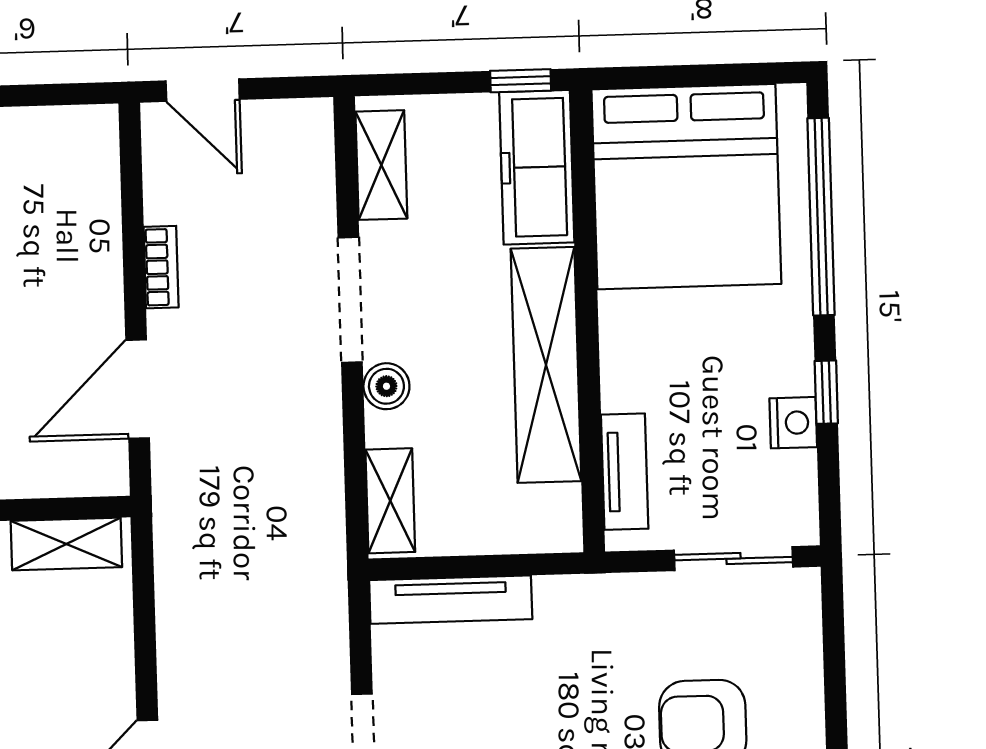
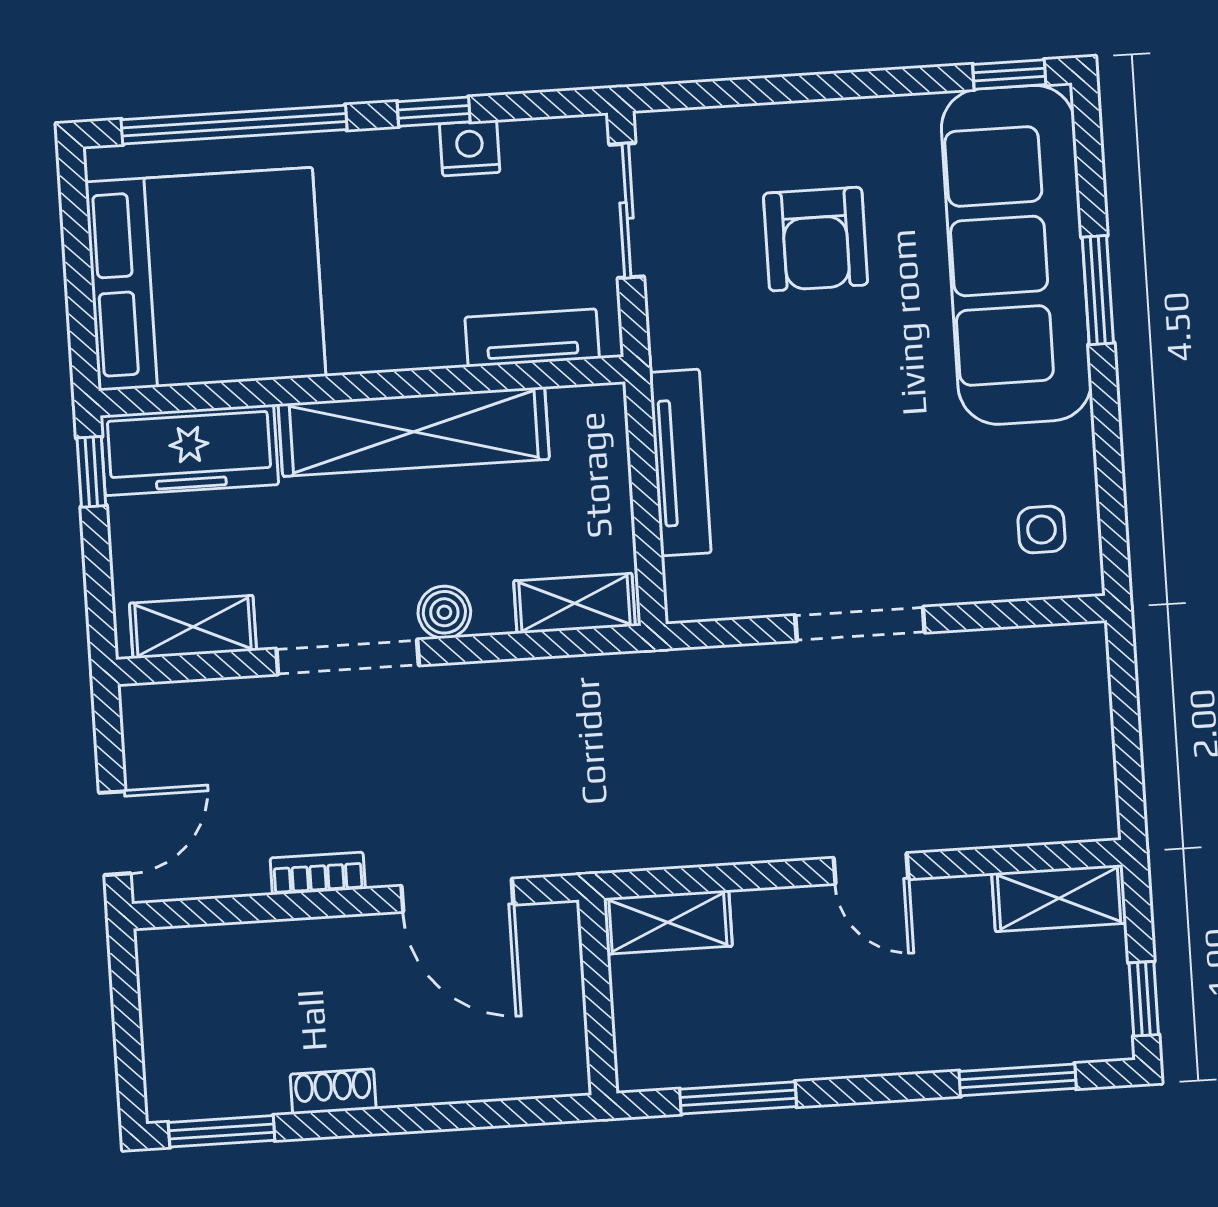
shelving: (66, 544) -> (668, 922), moved, turned 90
tv unit: (451, 600) -> (680, 463), moved

